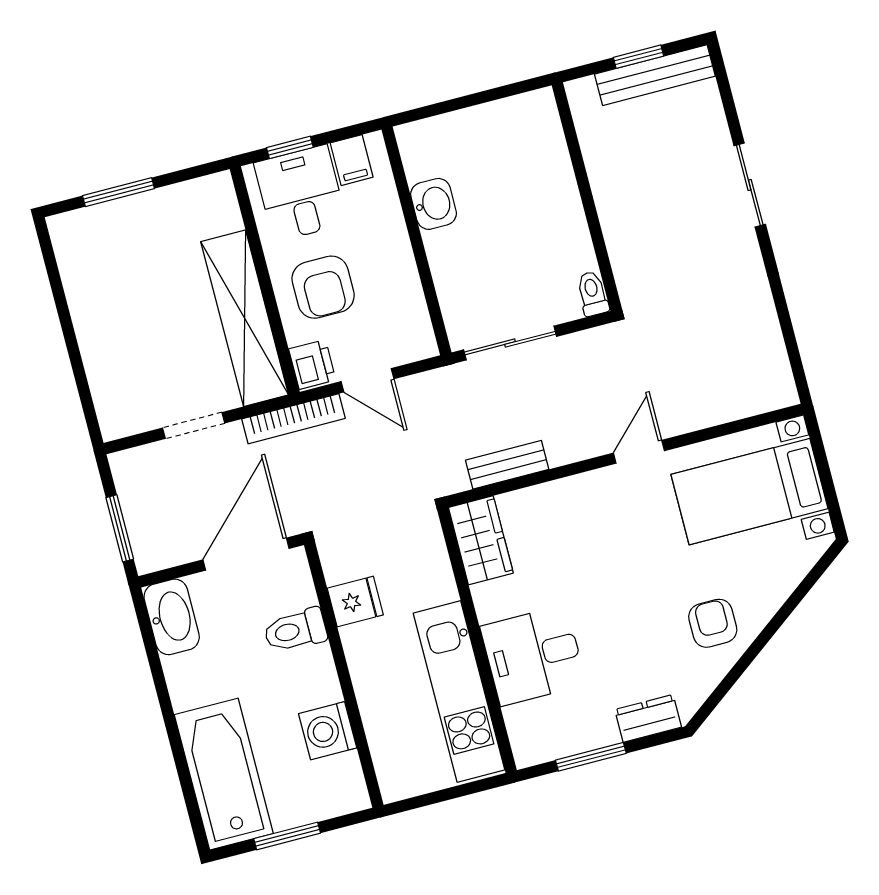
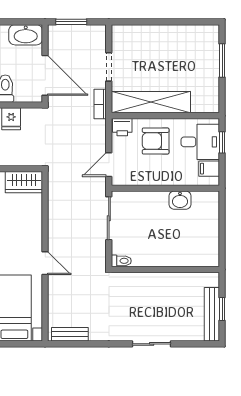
door: (367, 380) -> (109, 165), moved
bookcase: (293, 419) -> (100, 104), width x0.64
bench: (507, 465) -> (70, 334), moved, turned 90

